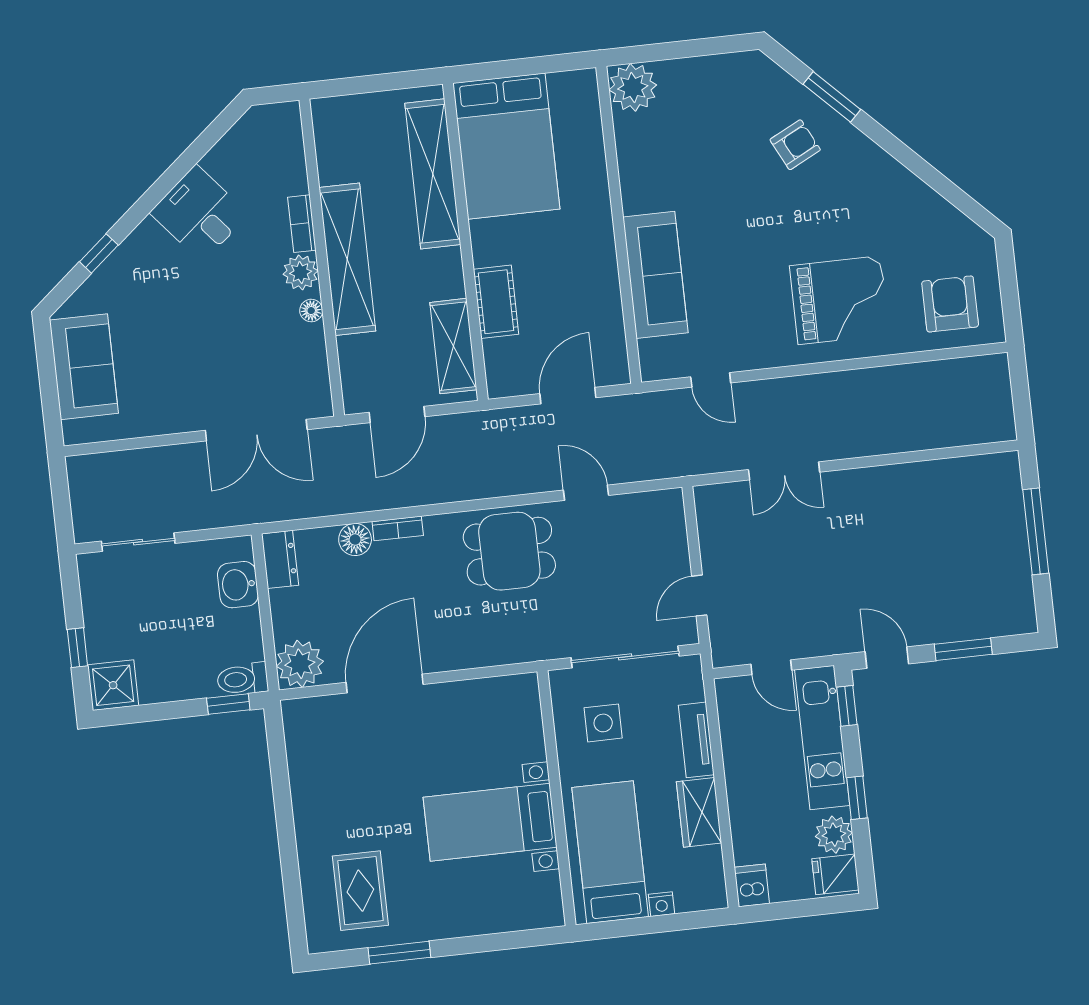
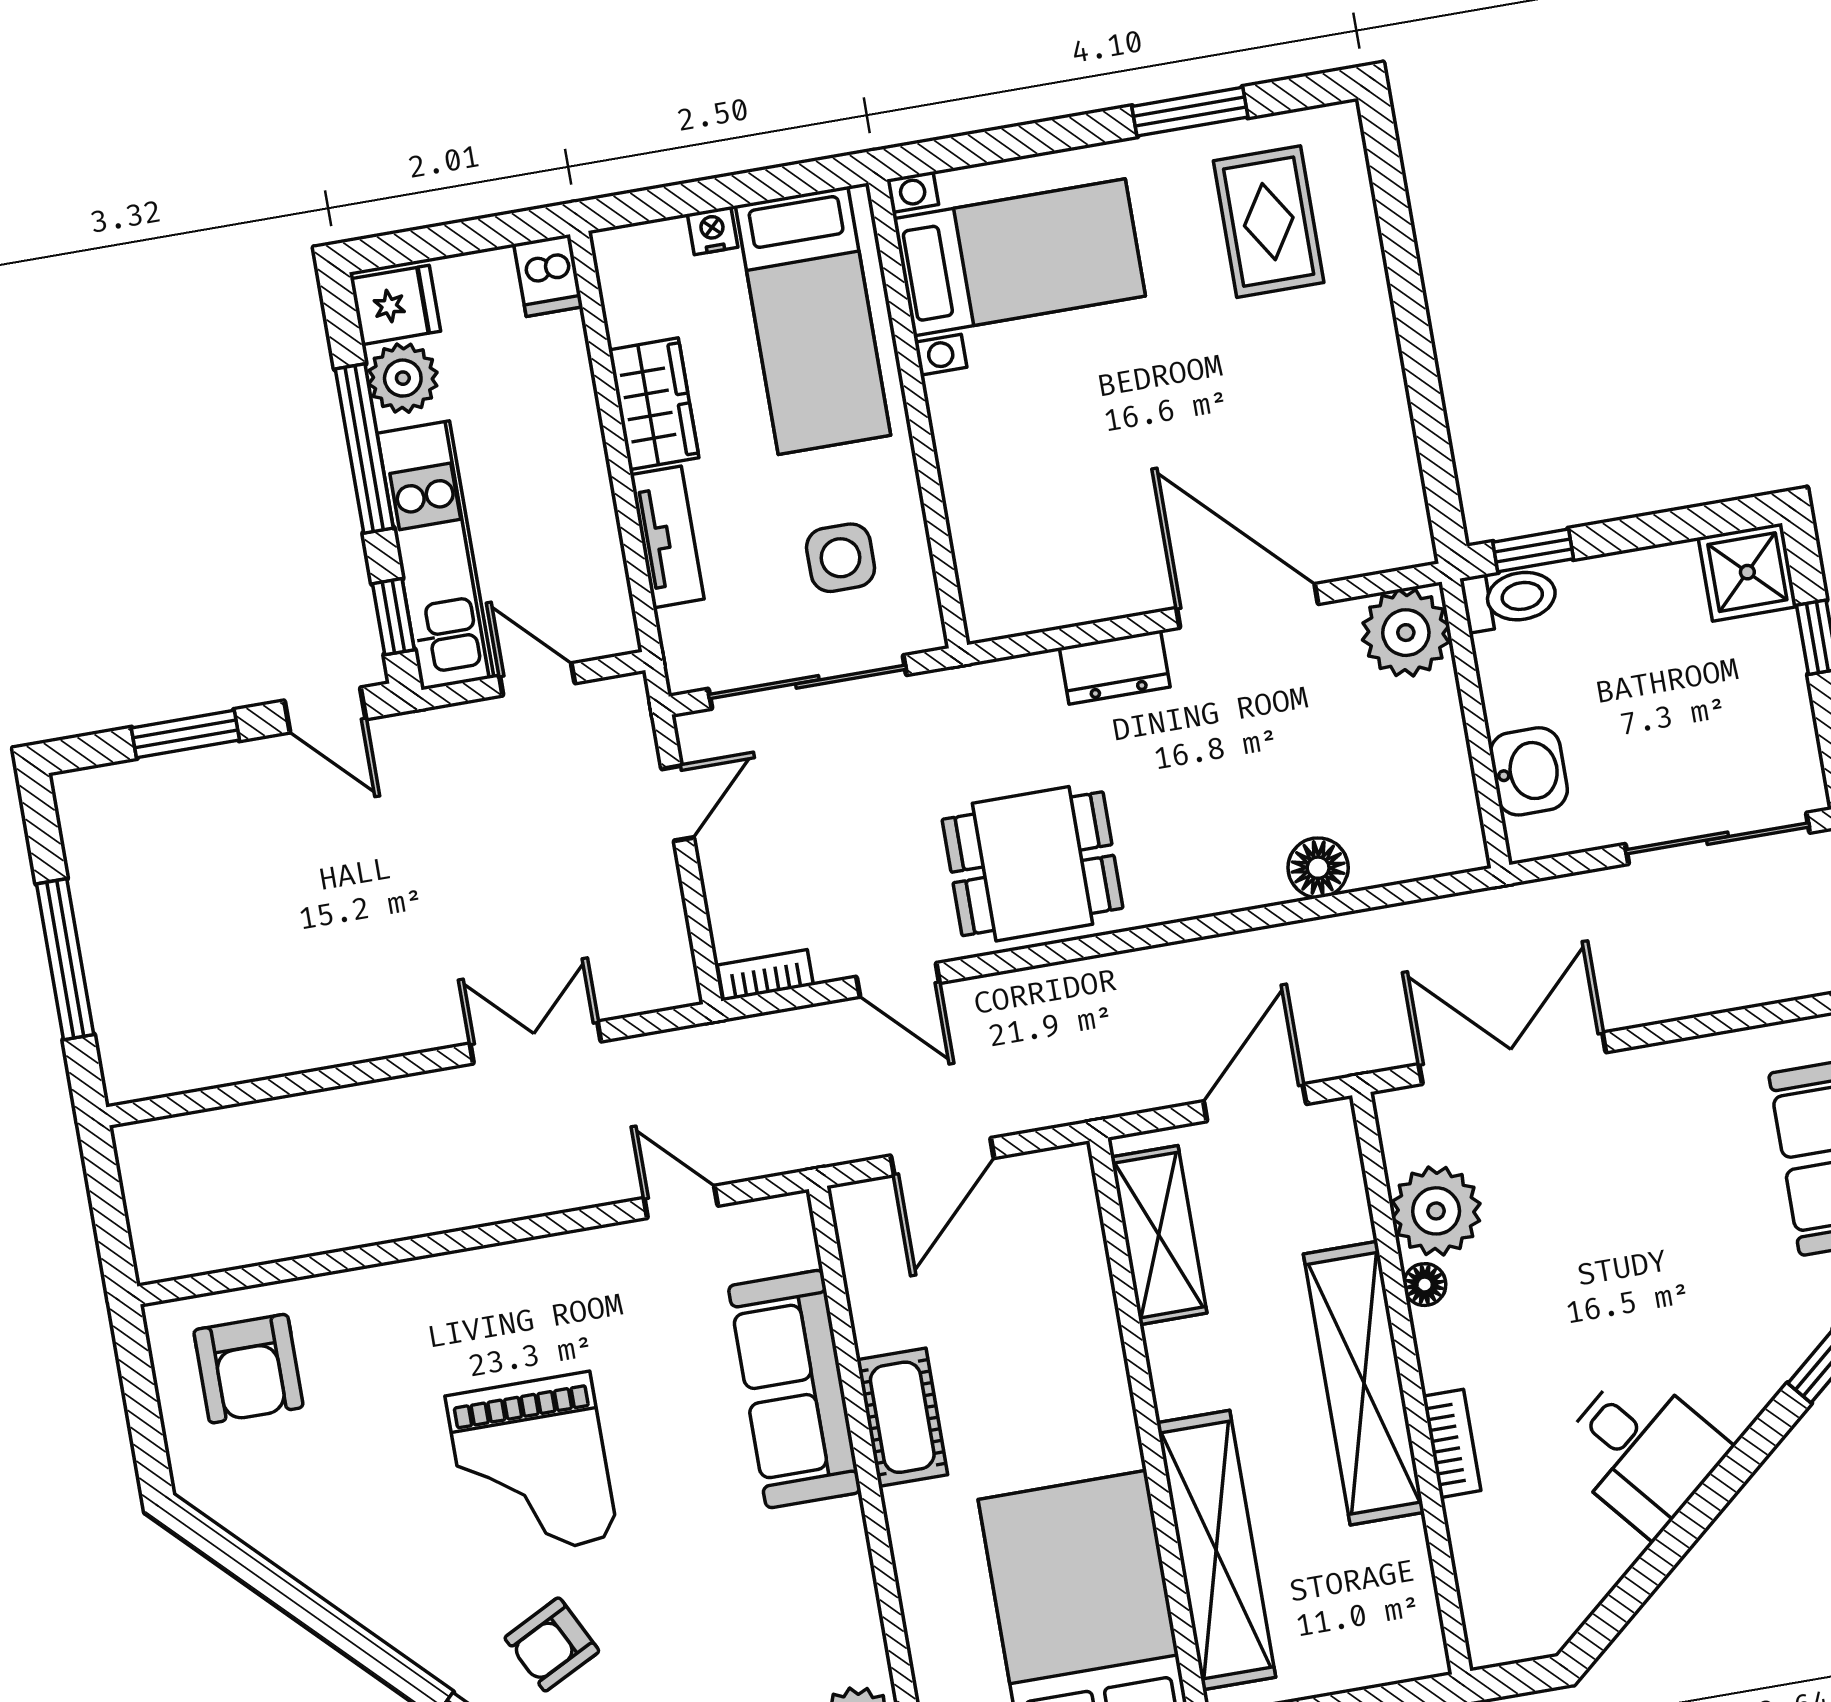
plant: (301, 272) -> (1436, 1211), moved, width x1.36, depth x1.36
grand piano: (839, 300) -> (532, 1467), moved, turned -90
cot: (496, 302) -> (902, 1417), moved
bookcase: (398, 528) -> (765, 975), moved
sliding door: (138, 542) -> (1717, 838), width x1.37
dresser: (280, 559) -> (1115, 667), moved, turned -90
door: (385, 683) -> (1247, 606), swing flipped
window: (857, 798) -> (364, 448), width x2.17
bed with nightstands: (490, 822) -> (1019, 257), moved

